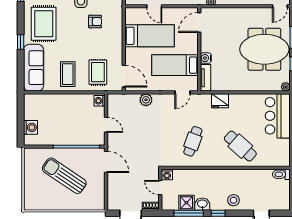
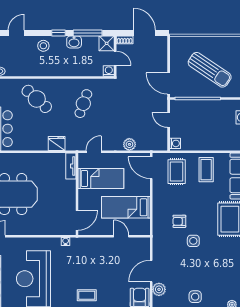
water cooler: (206, 58) -> (71, 185), removed
shower: (186, 203) -> (107, 43), moved

